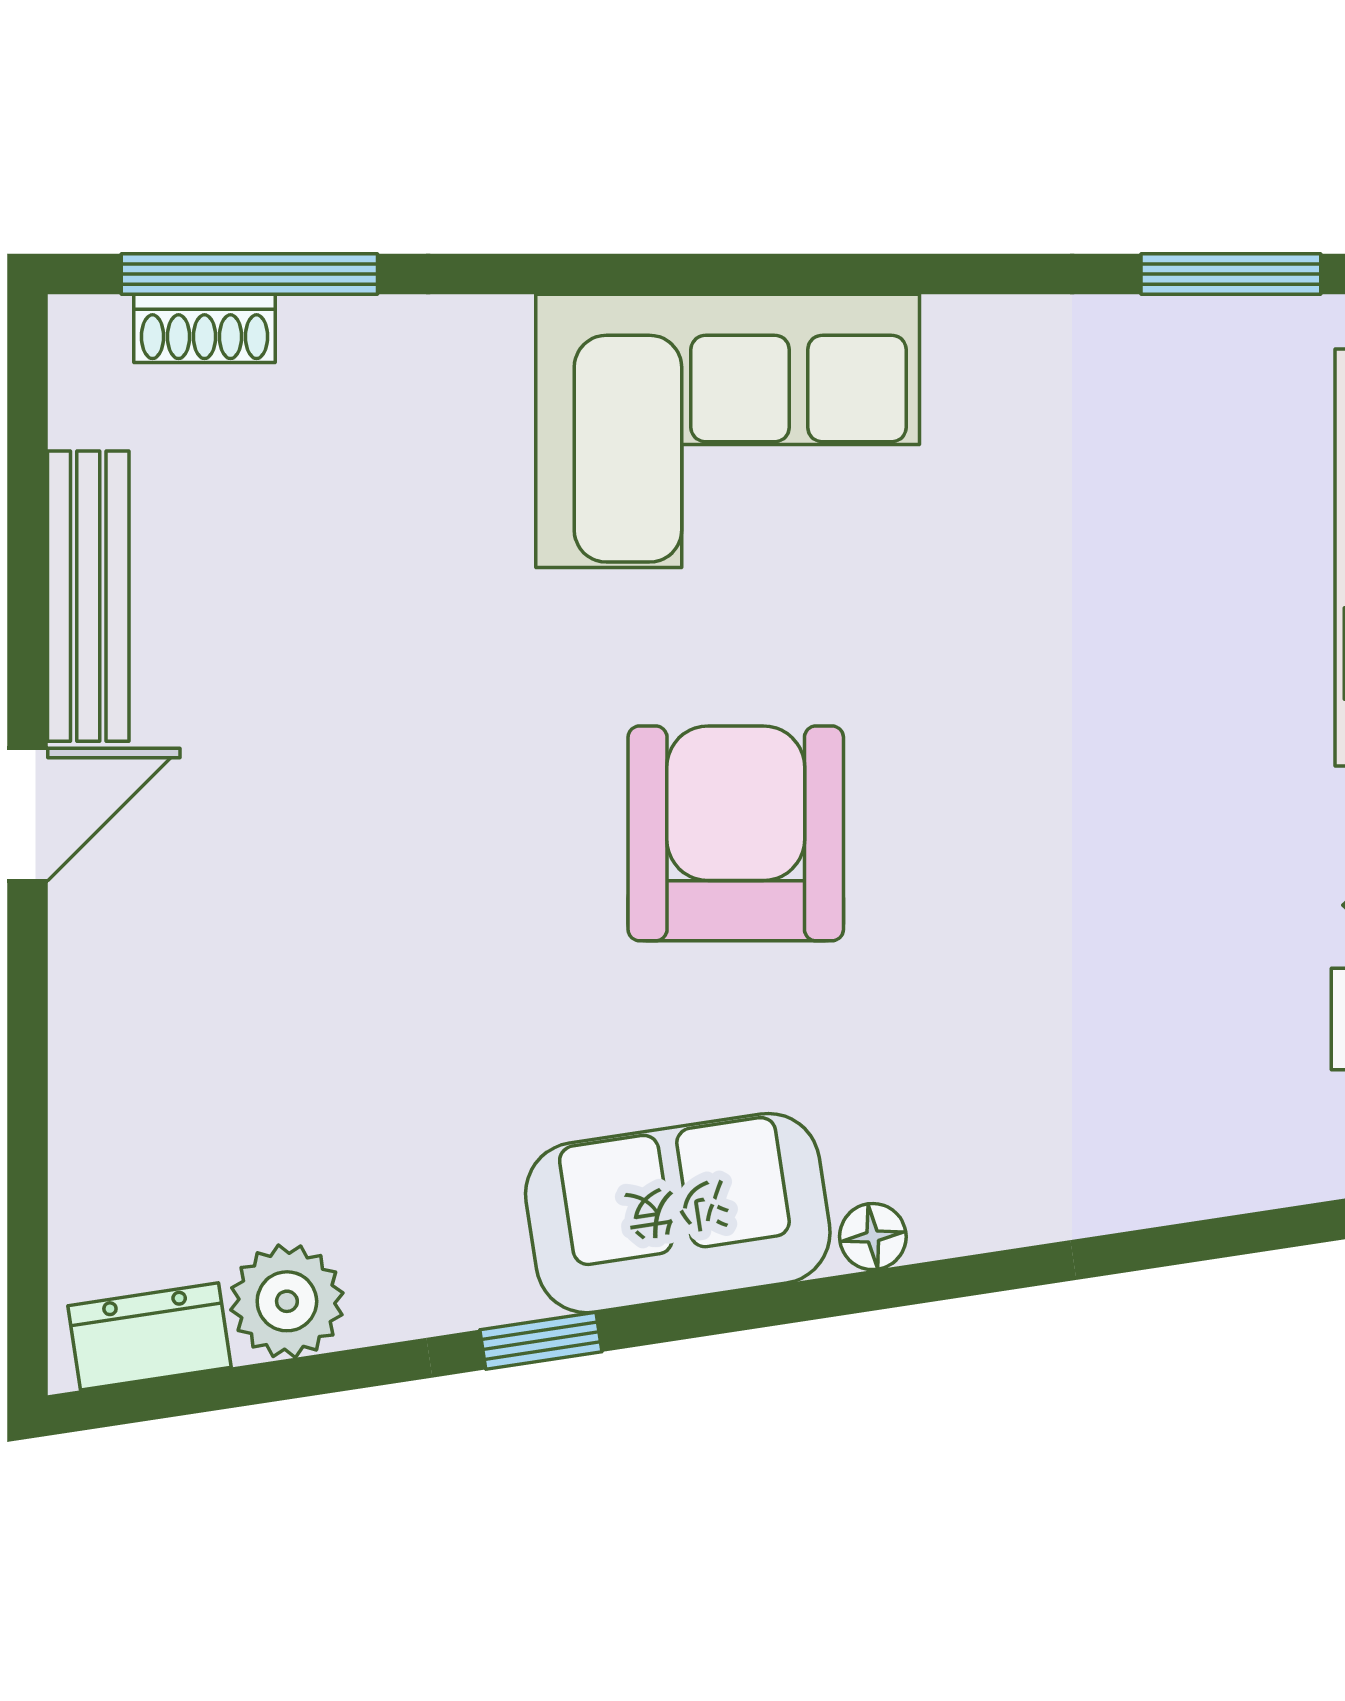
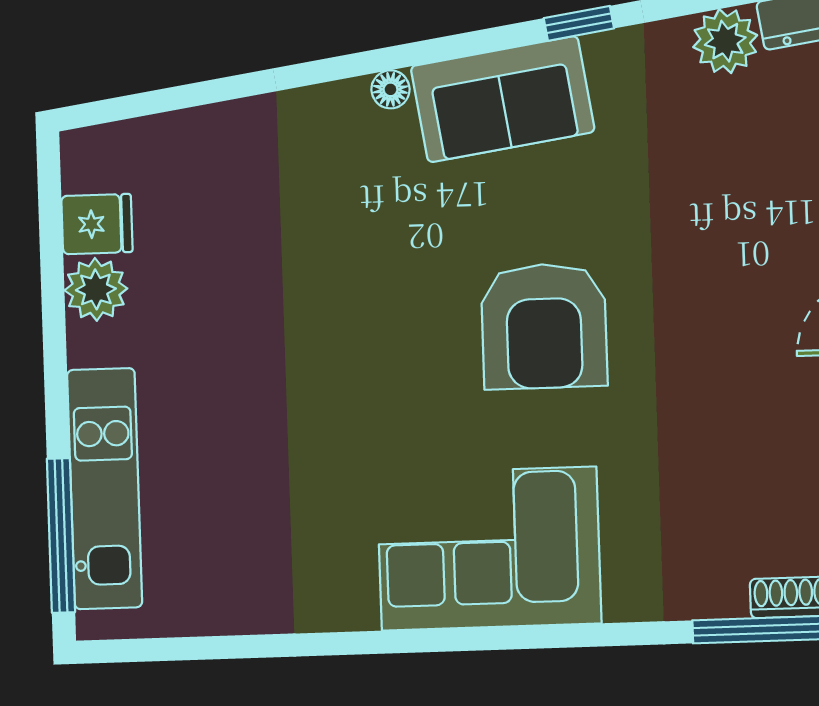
window: (1231, 274) -> (203, 648), removed
armchair: (736, 833) -> (544, 326), moved

